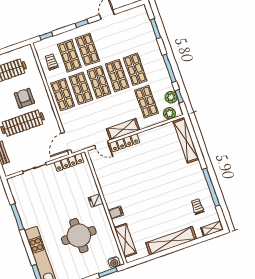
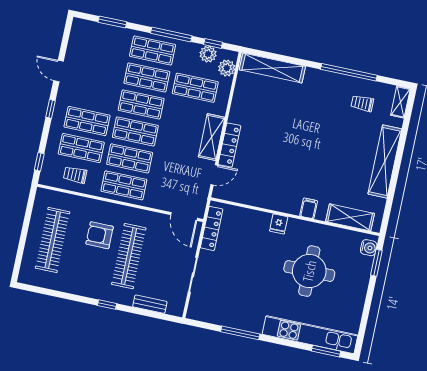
shop shelf: (153, 63) -> (153, 50), added

